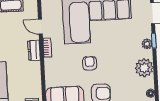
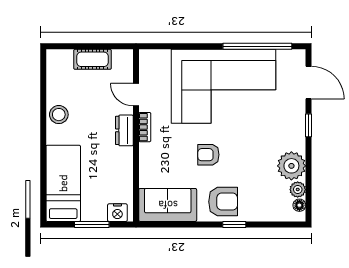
plant: (147, 44) -> (298, 189), moved
armchair: (90, 63) -> (208, 155), turned -90

